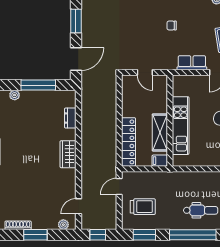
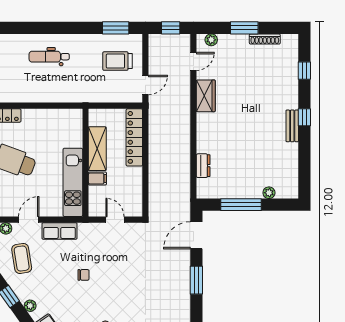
kitchen unit: (181, 126) -> (73, 182), moved
wardrobe: (68, 154) -> (206, 96), moved
filing cabinet: (160, 161) -> (97, 179), moved
window: (193, 235) -> (59, 28), removed

